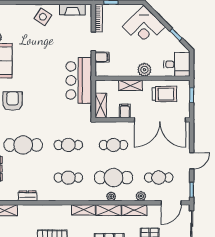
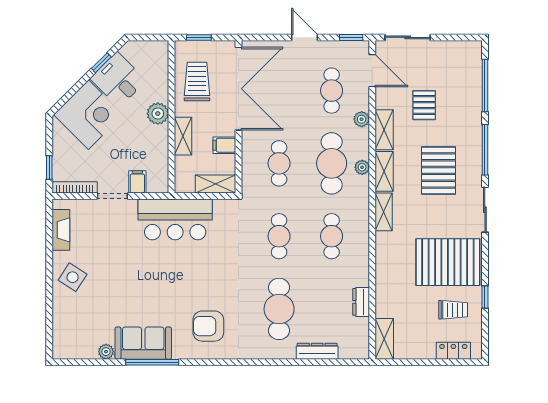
desk: (177, 64) -> (118, 80), moved, turned -45

